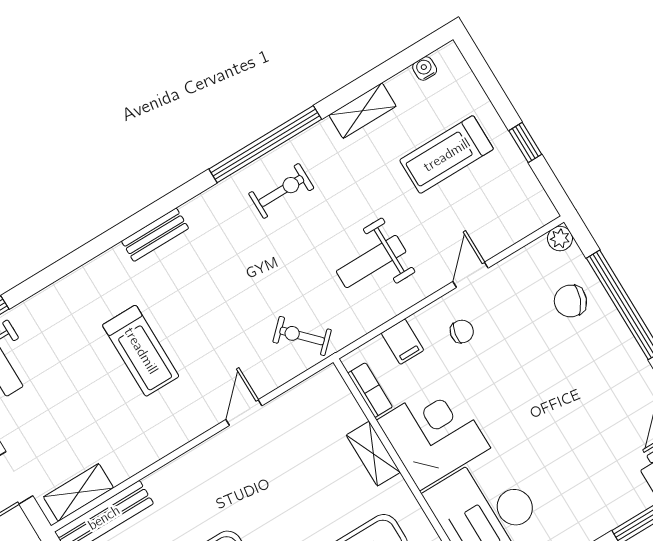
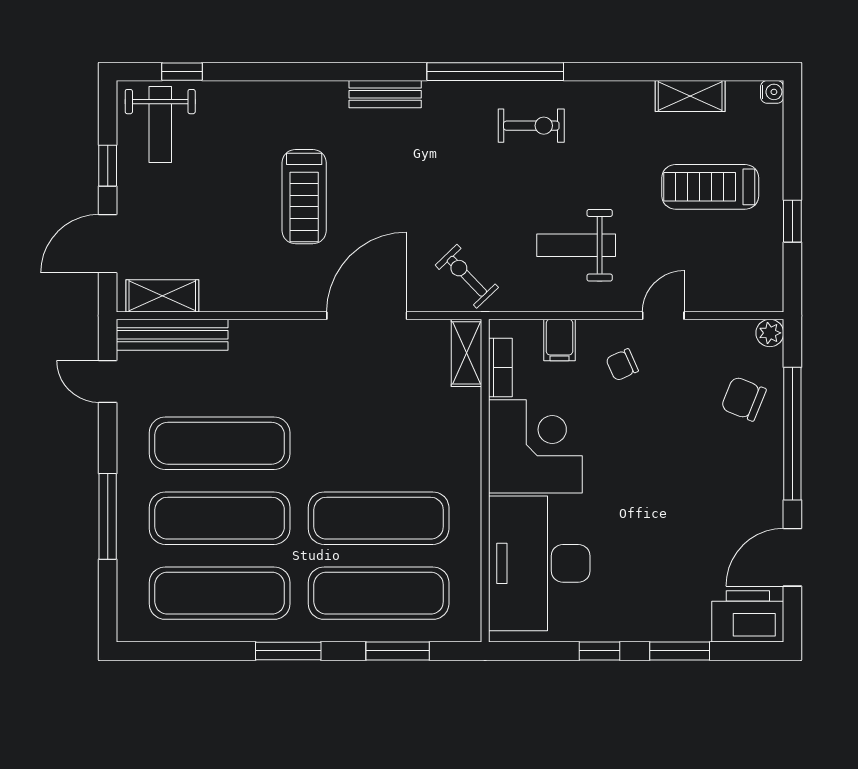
water cooler: (425, 68) -> (772, 92), moved, turned 90
shelving: (363, 111) -> (690, 96), moved
window: (265, 144) -> (495, 72), moved
chair: (462, 331) -> (622, 365), turned 146
door: (244, 413) -> (367, 316), width x1.87
shelving: (373, 454) -> (467, 353), moved

